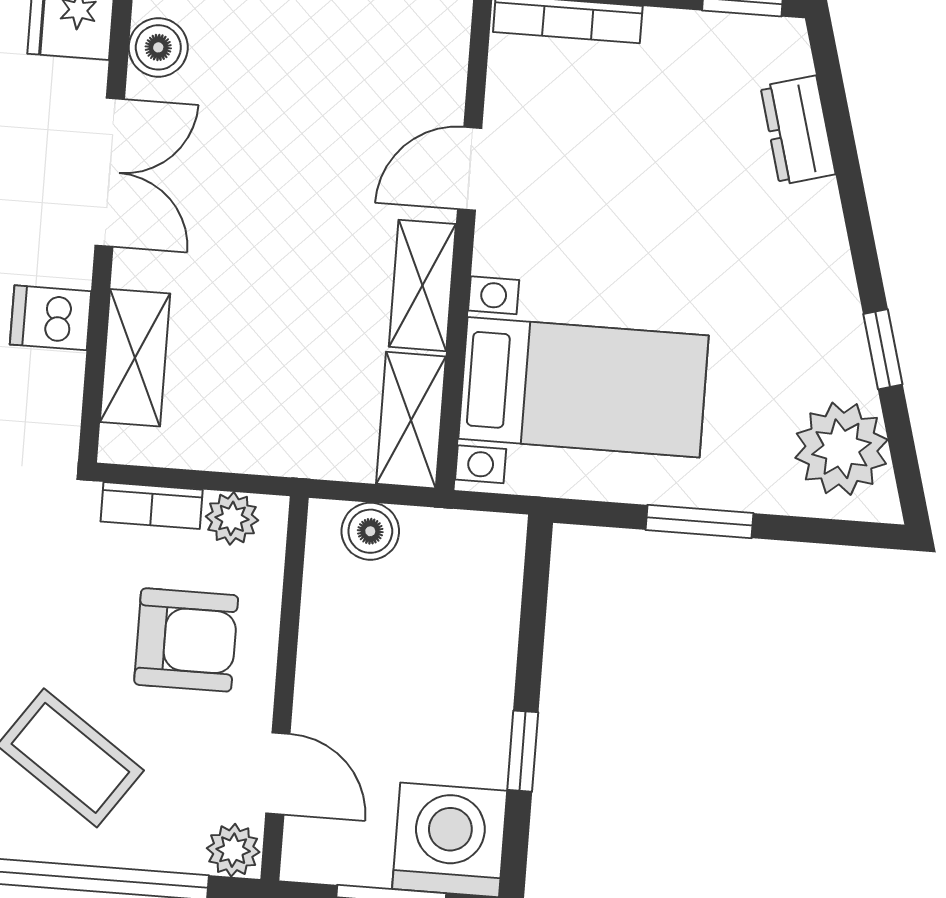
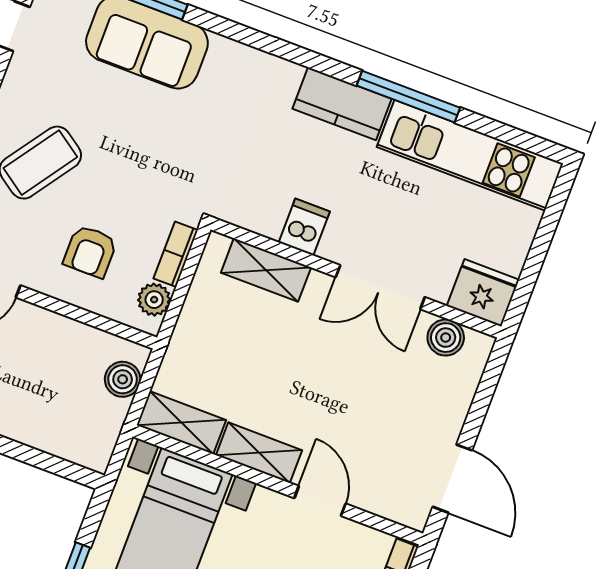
armchair: (186, 640) -> (90, 251), width x0.72, depth x0.72

